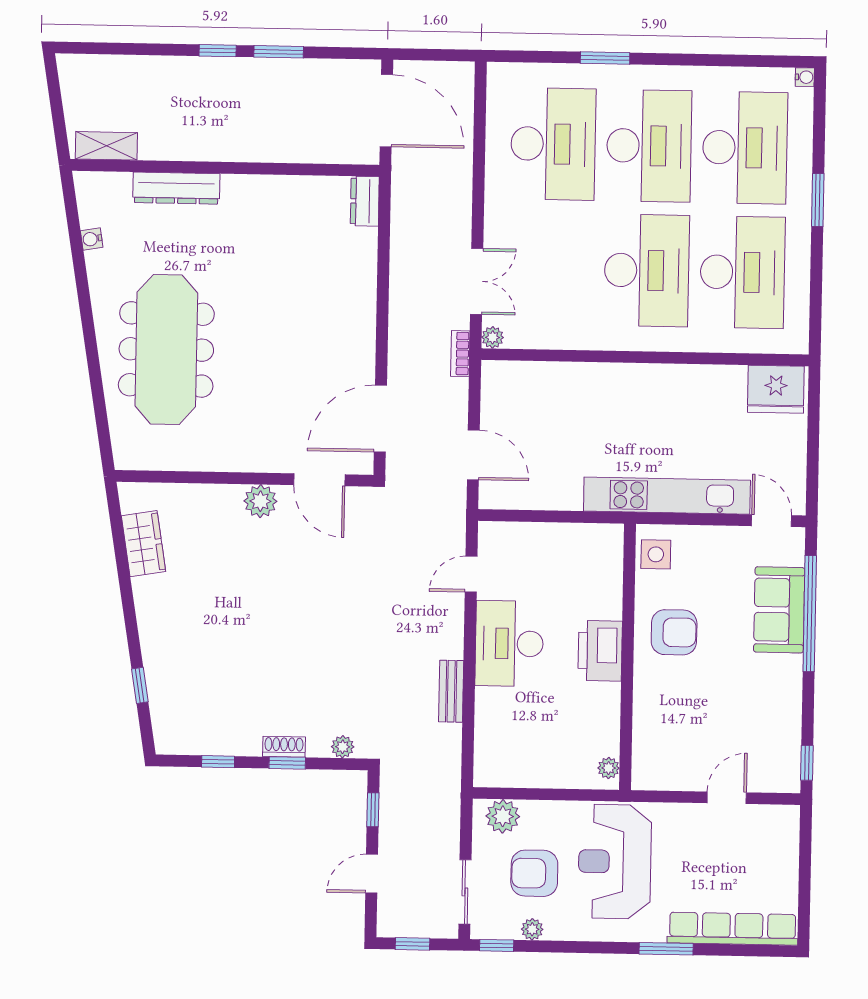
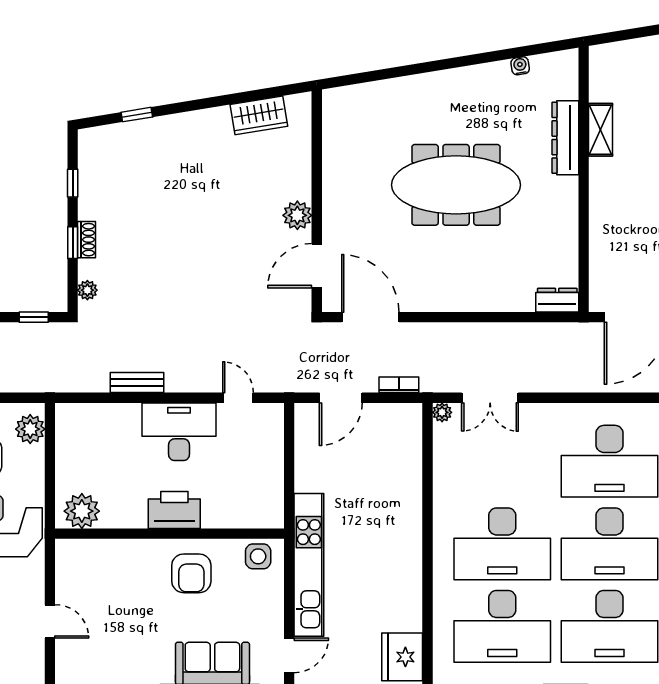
shelving: (106, 146) -> (601, 130), moved
meeting table: (166, 349) -> (456, 185), moved
bookcase: (460, 354) -> (399, 385), moved
plant: (609, 768) -> (82, 511), width x1.88, depth x1.88

